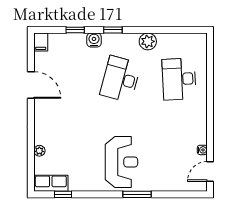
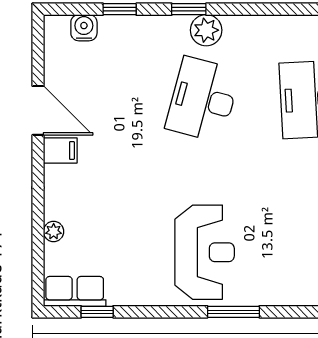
water cooler: (94, 40) -> (84, 28), moved
plant: (148, 41) -> (206, 30), moved
filing cabinet: (41, 42) -> (60, 150), moved, turned -90

